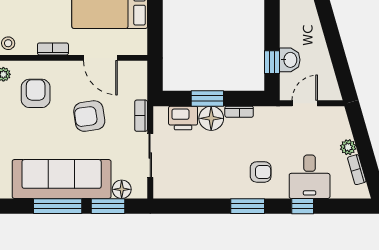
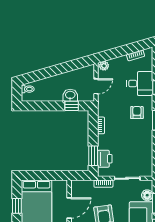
window: (207, 99) -> (93, 156), moved
door: (305, 103) -> (96, 86), swing flipped
floor lamp: (211, 118) -> (105, 142), removed
plant: (348, 147) -> (104, 66), moved

